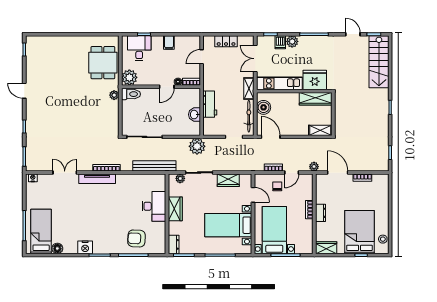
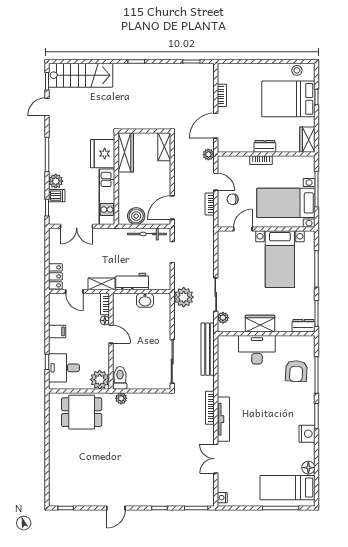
locker: (226, 41) -> (55, 276), moved
shelving: (249, 88) -> (102, 284), moved
wardrobe: (228, 180) -> (225, 259), removed

